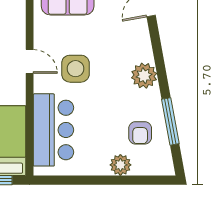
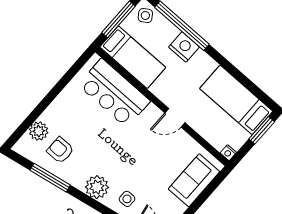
side table: (75, 69) -> (127, 199), moved, width x0.54, depth x0.54
plant: (120, 165) -> (39, 131), moved

